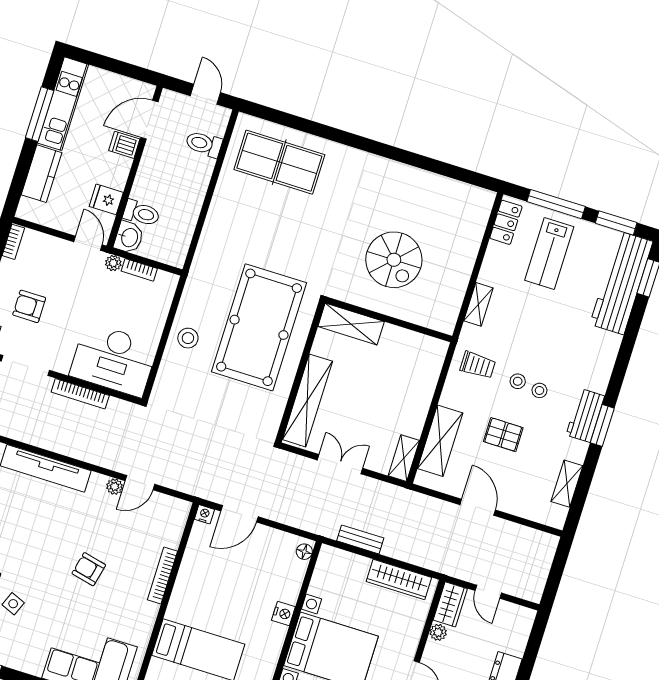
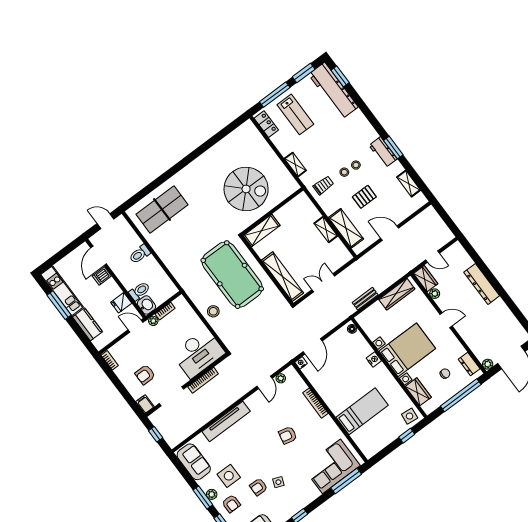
toilet: (204, 144) -> (140, 254), moved
spiral stairs: (394, 260) -> (246, 189), width x1.37, depth x1.37
shelving: (404, 458) -> (326, 230), moved
plant: (115, 487) -> (281, 378), moved

